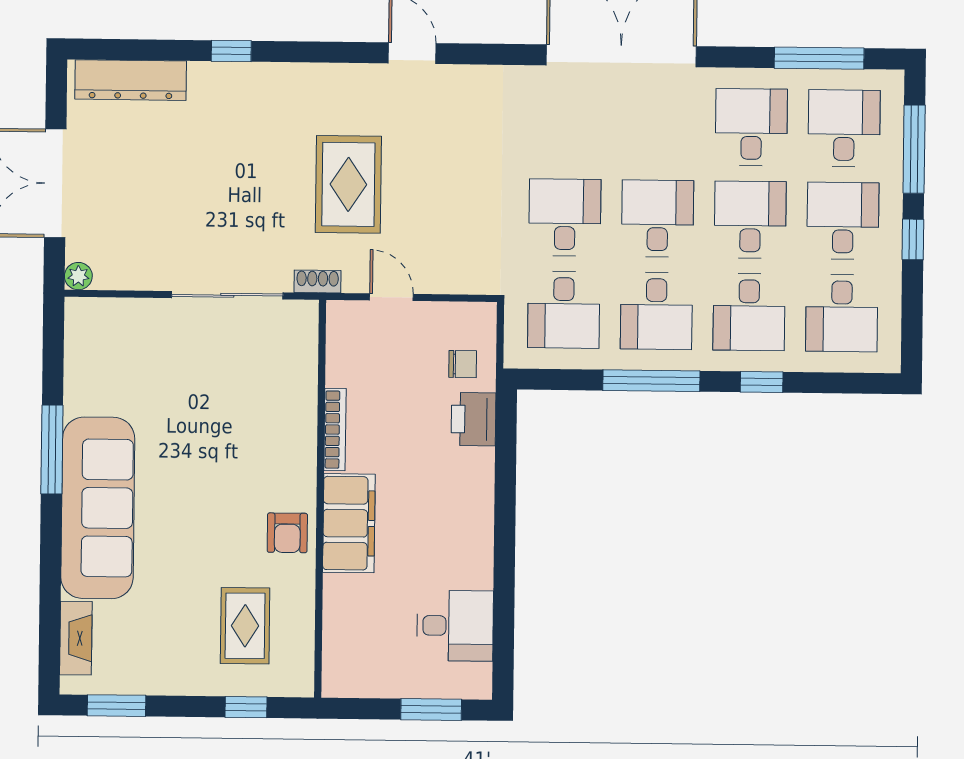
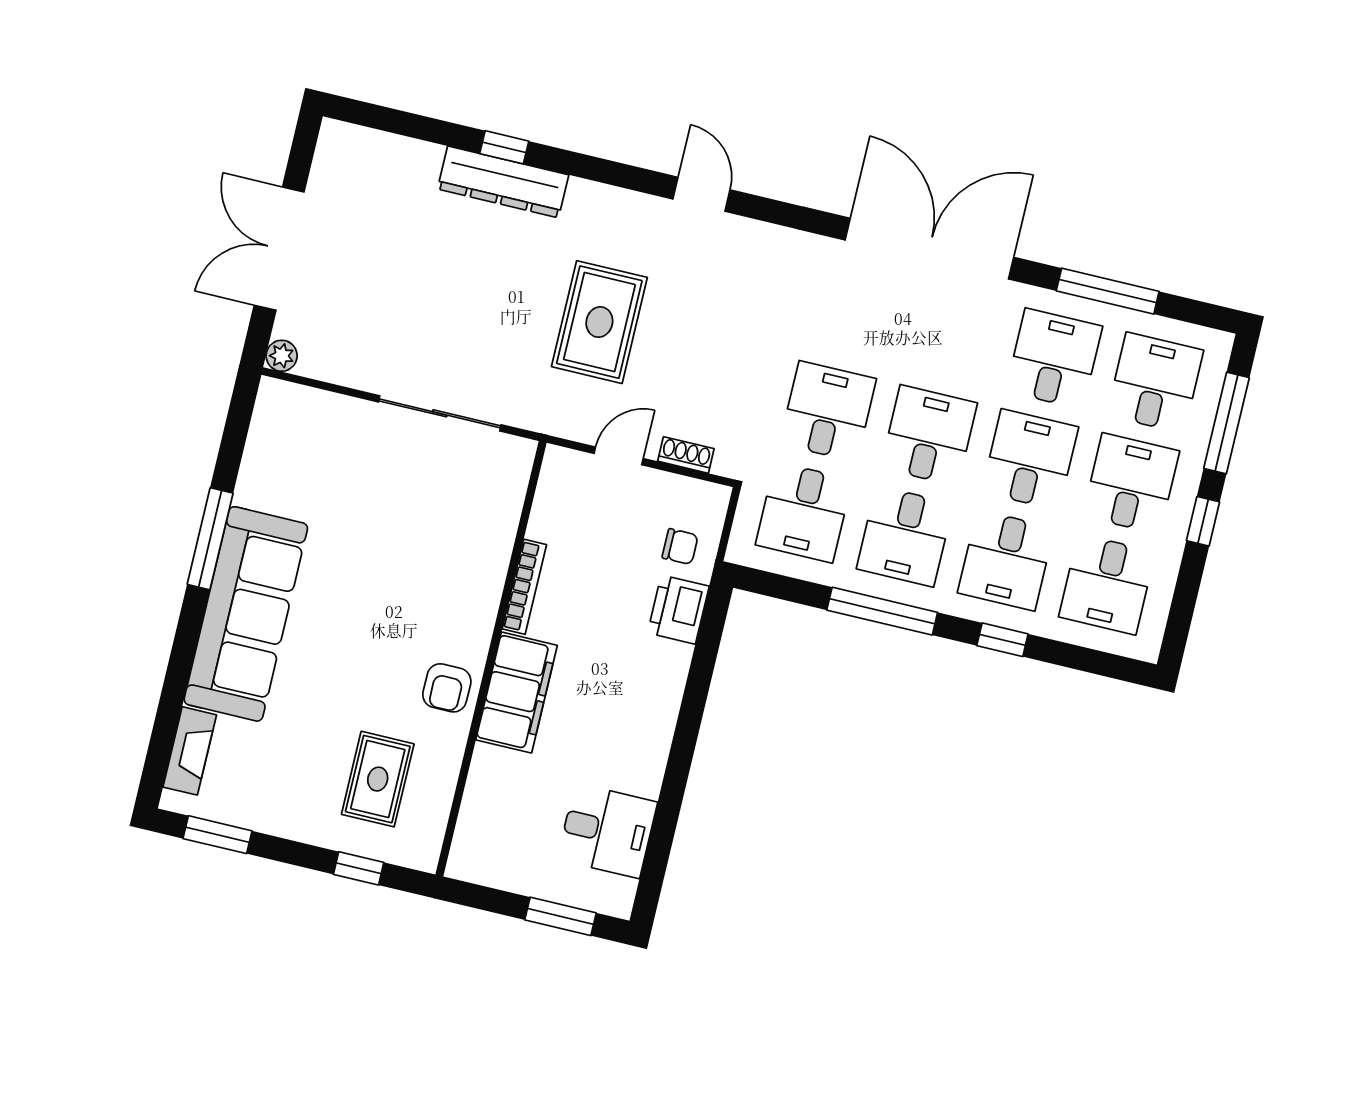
window: (819, 58) -> (1108, 291), moved
dresser: (131, 80) -> (503, 182), moved
shoe rack: (318, 282) -> (686, 455), moved
door: (391, 297) -> (619, 456), hinge flipped

